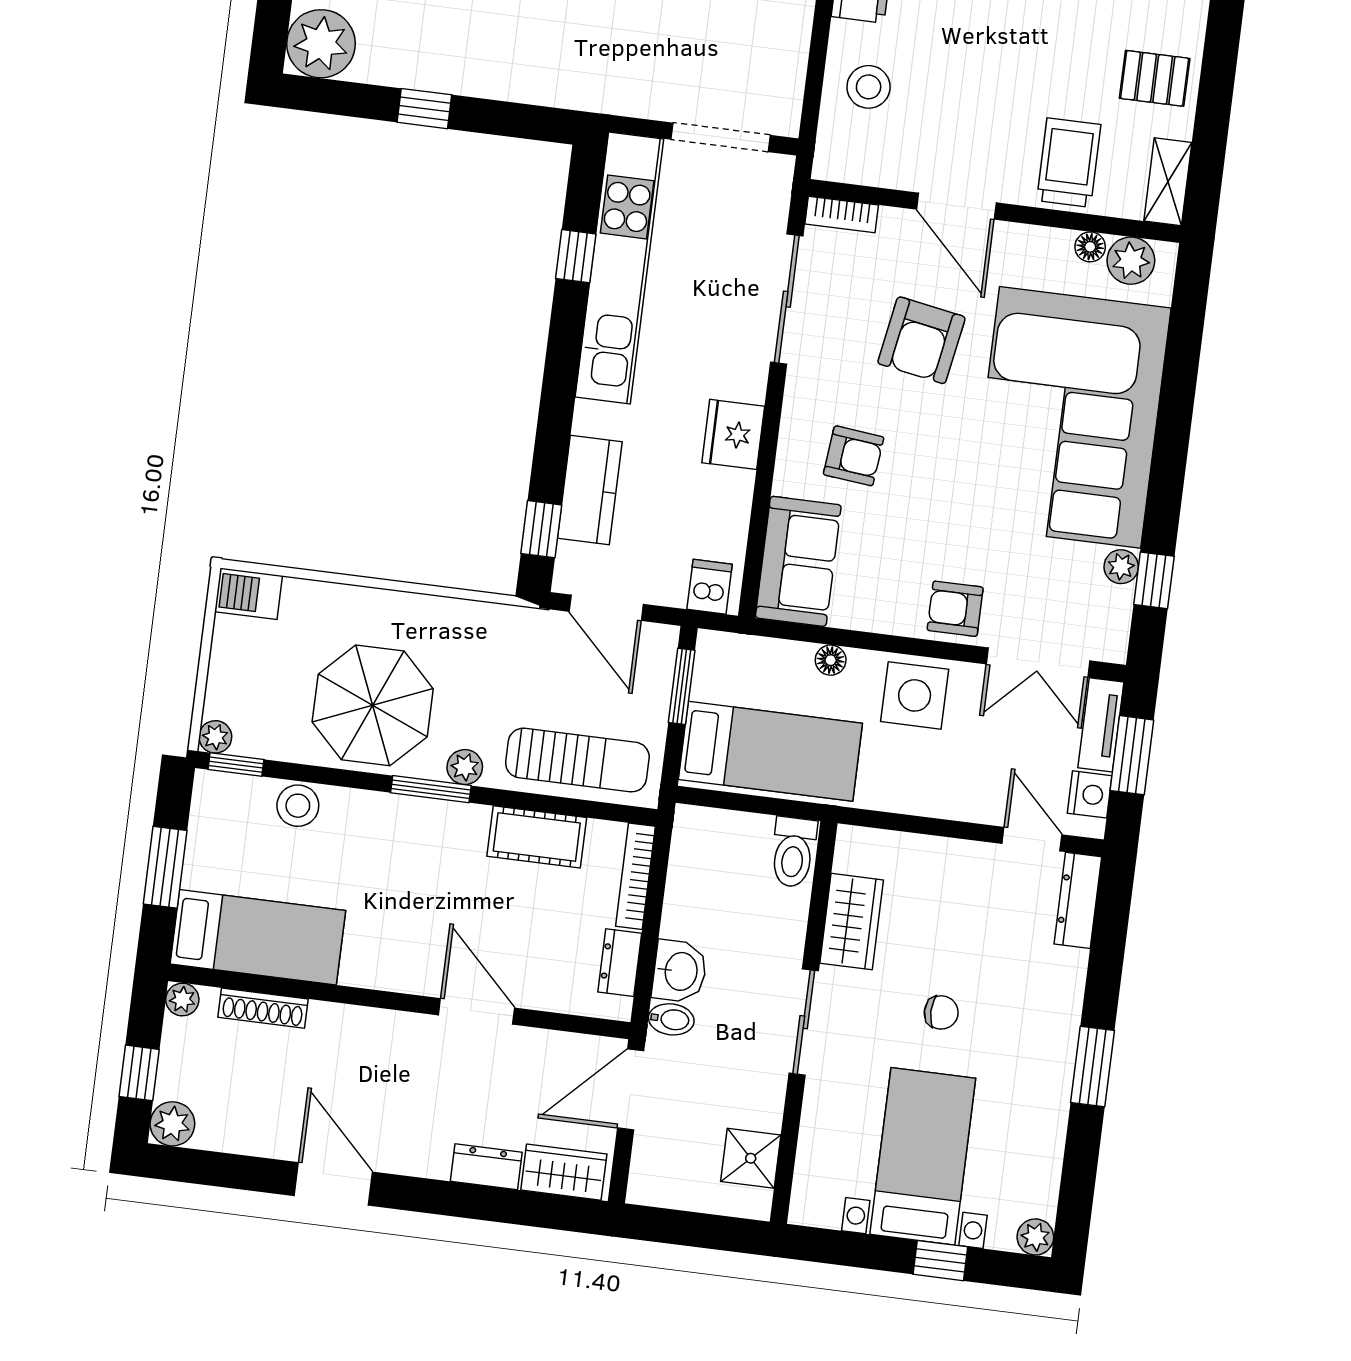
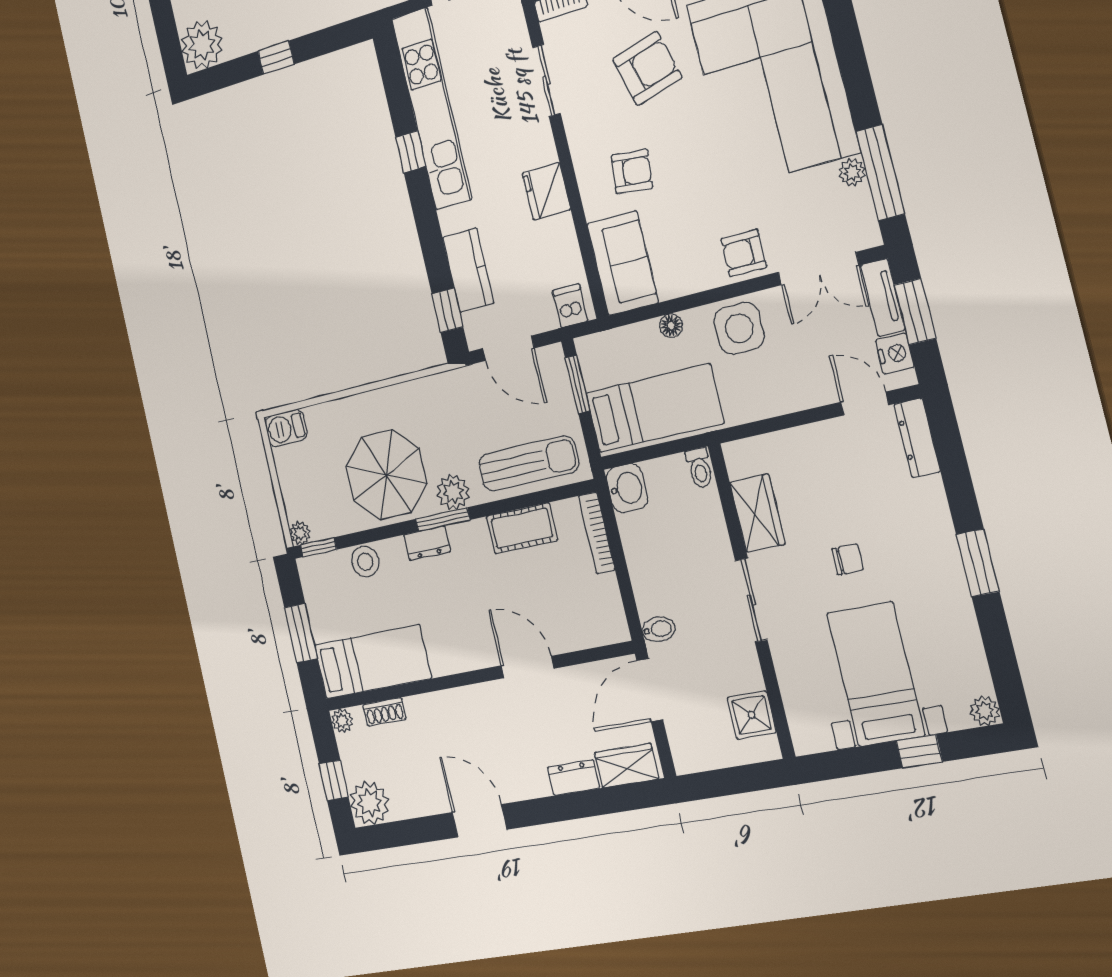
window: (576, 256) -> (411, 152), moved
sliding door: (787, 299) -> (546, 80), width x0.73
armchair: (921, 340) -> (647, 68), turned -115
window: (1154, 580) -> (880, 173), width x2.17
plant: (465, 767) -> (453, 492), width x1.38, depth x1.38
toilet: (793, 852) -> (700, 468), width x0.73, depth x0.72
dresser: (620, 963) -> (427, 543), moved, turned -90
washbasin: (680, 971) -> (627, 488), moved
shoe rack: (263, 1008) -> (384, 712), width x0.70
plant: (172, 1124) -> (369, 803), width x1.36, depth x1.36

